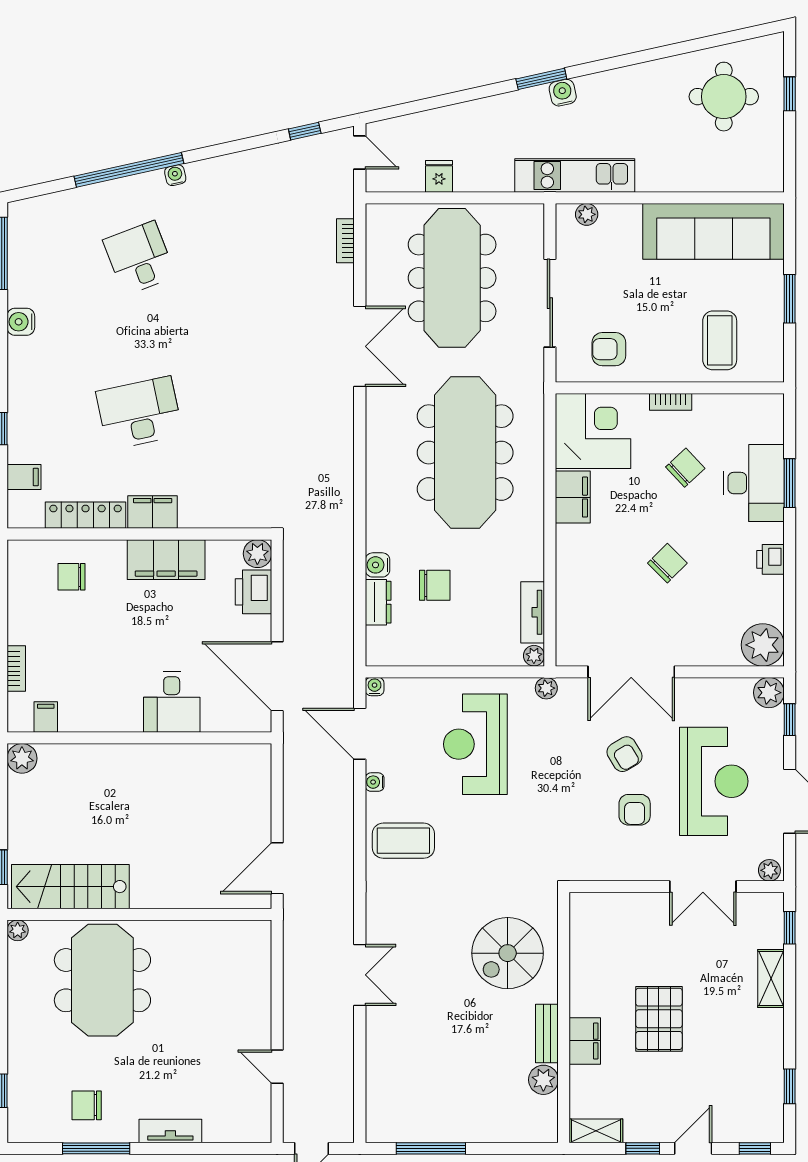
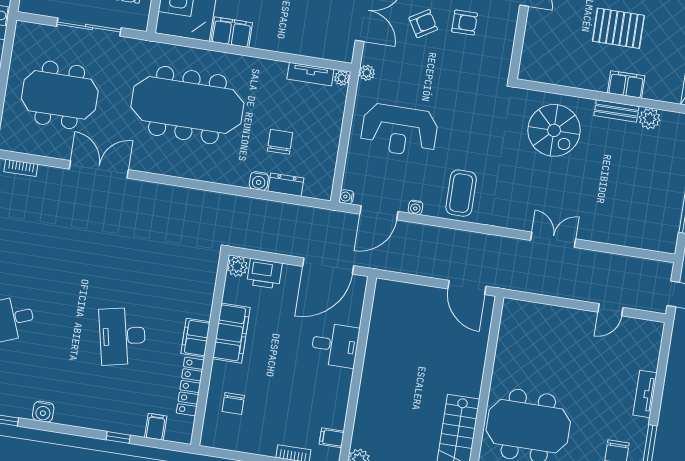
meeting table: (452, 278) -> (60, 95), width x0.73

